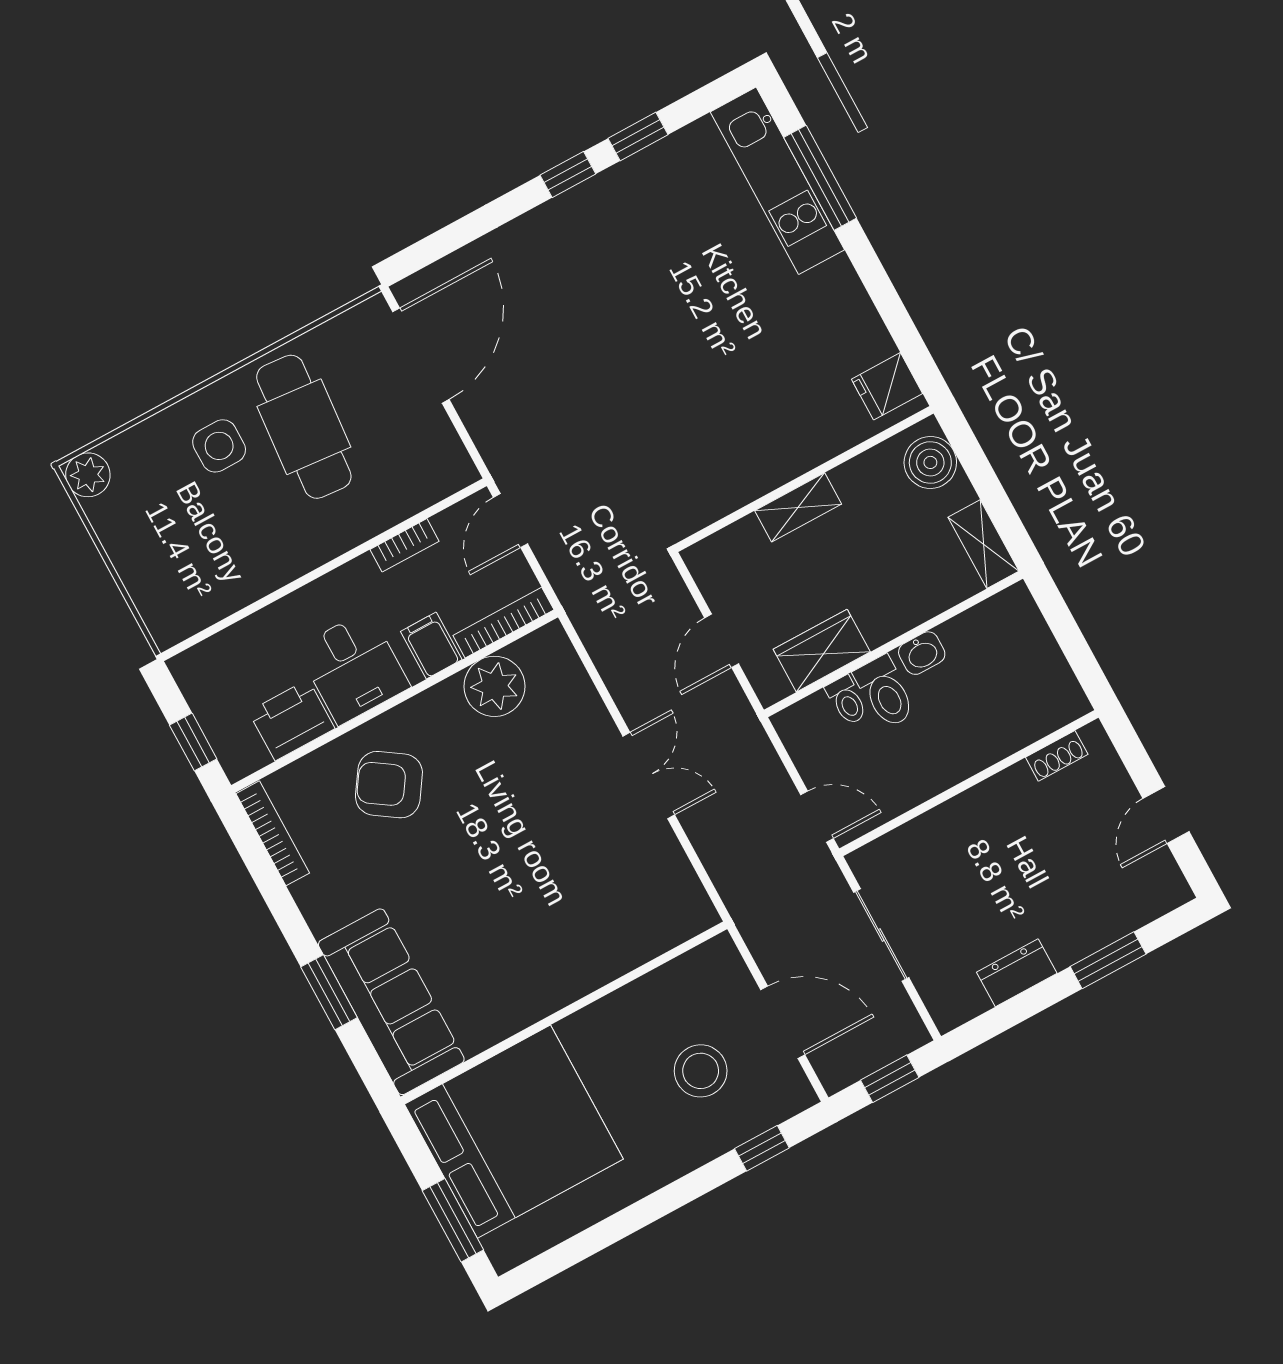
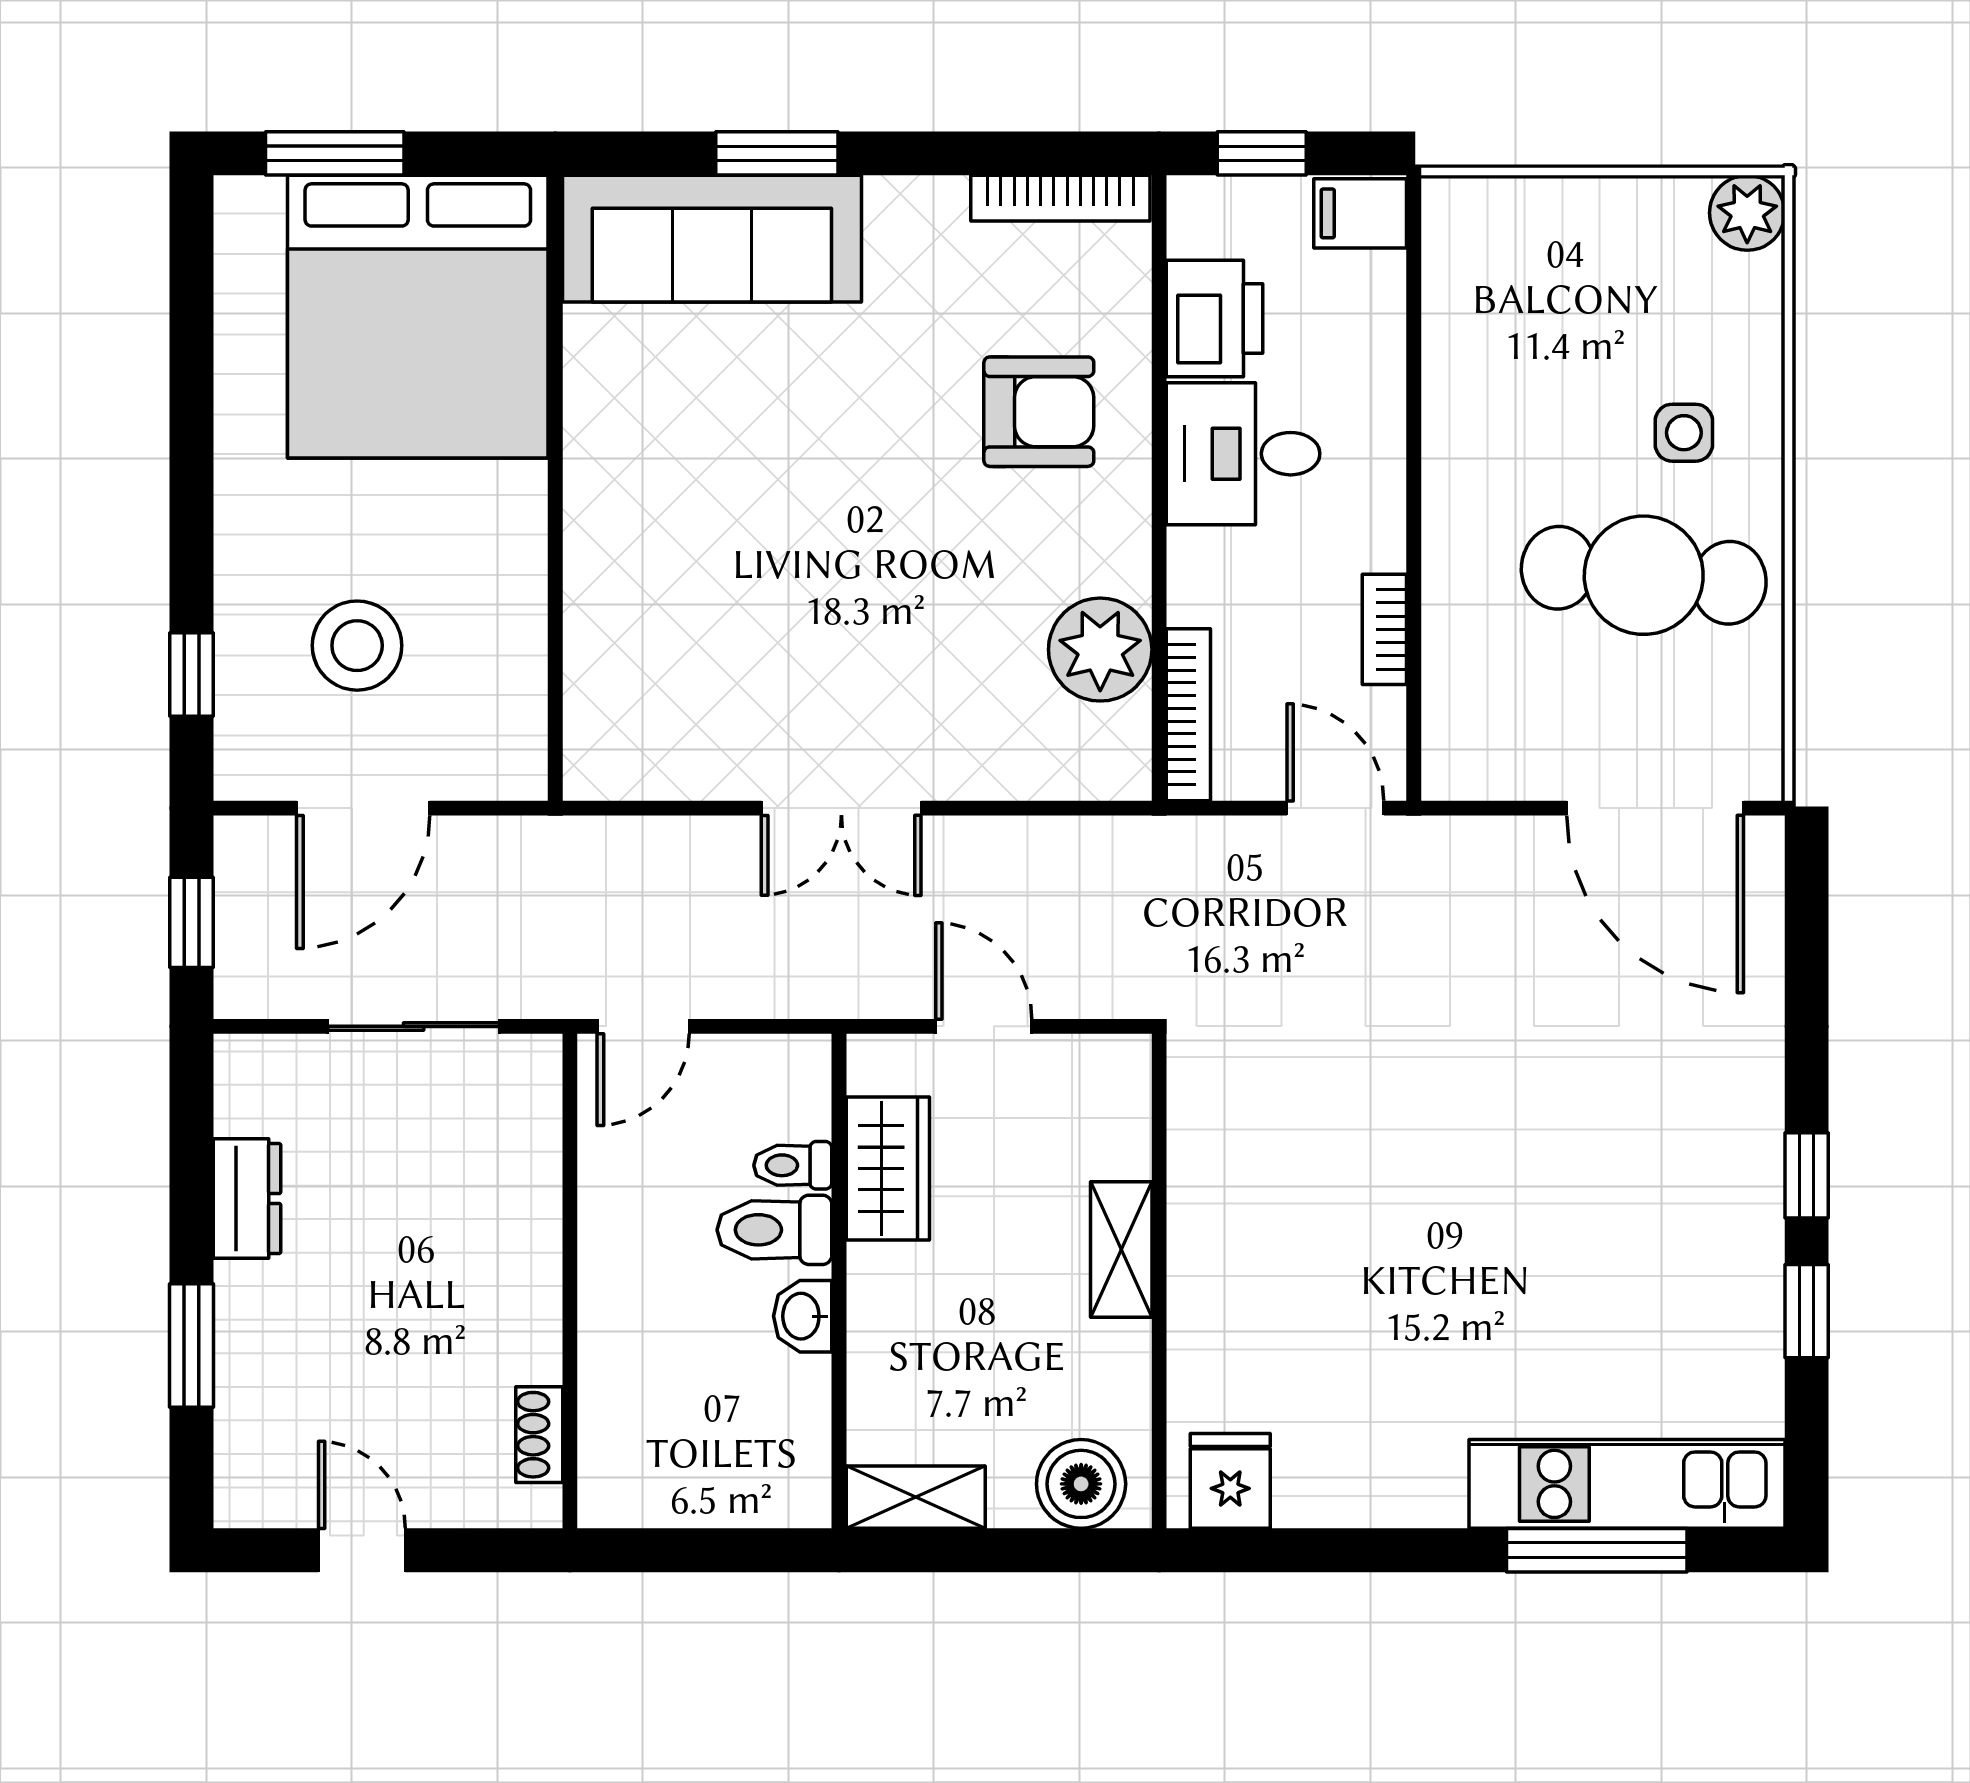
side table: (219, 446) -> (1684, 433), width x0.73, depth x0.73
filing cabinet: (431, 646) -> (1360, 213), moved, turned 180
armchair: (389, 785) -> (1039, 412), turned 56

